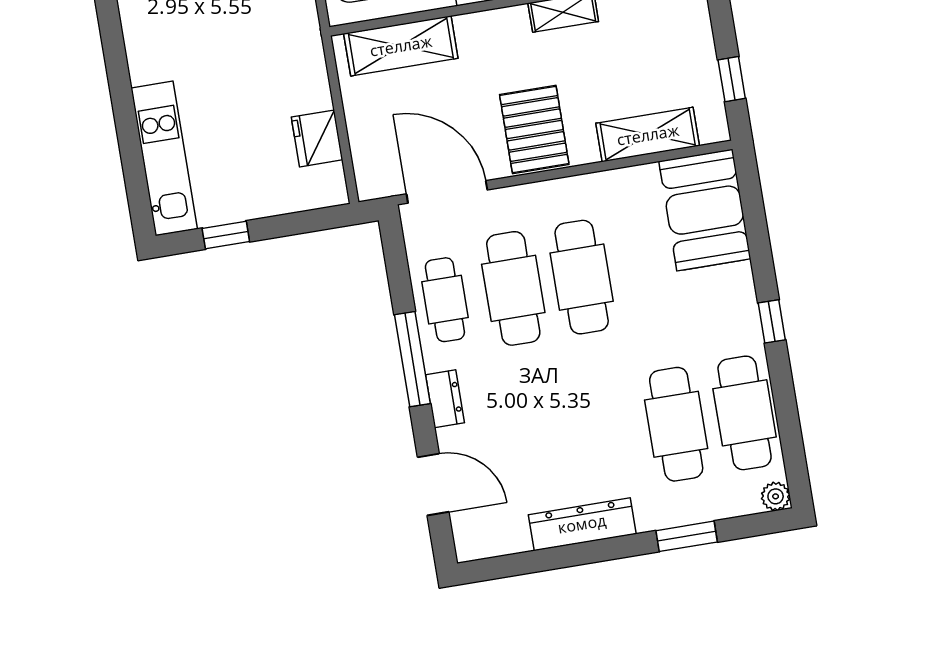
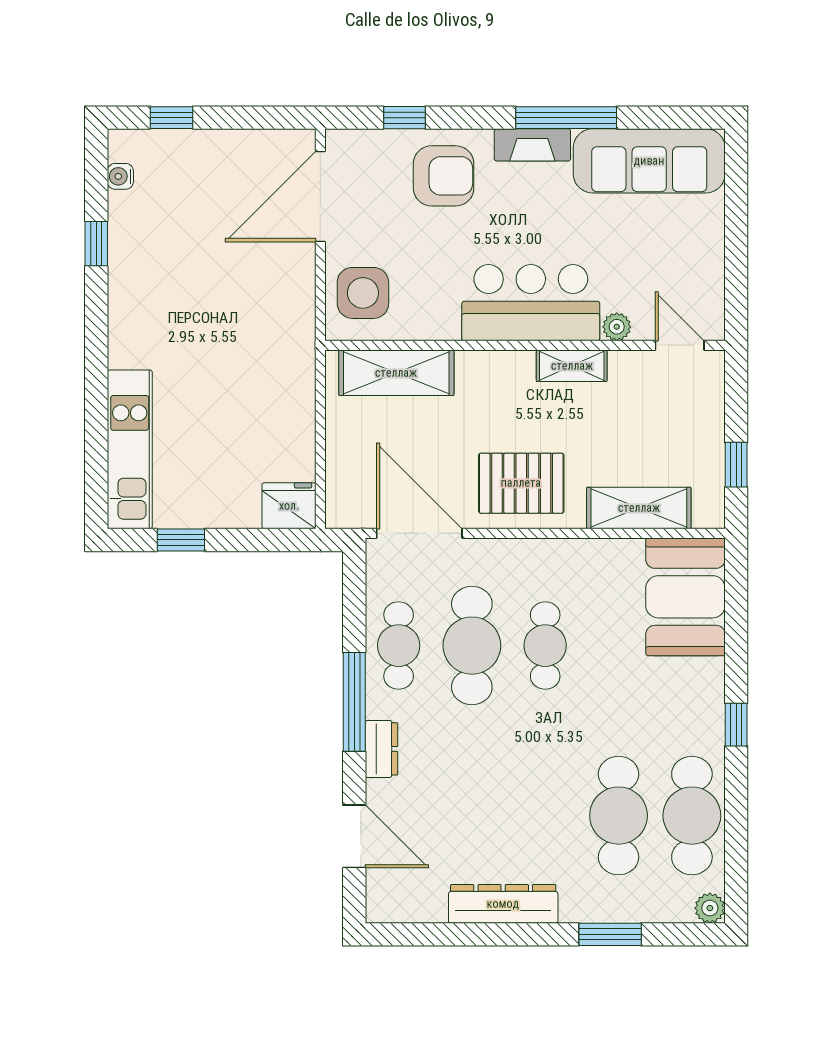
pallet: (534, 130) -> (521, 483), turned 90
fridge: (317, 138) -> (289, 506), moved, turned 90
cafe table: (582, 277) -> (545, 646), width x0.73, depth x0.74

